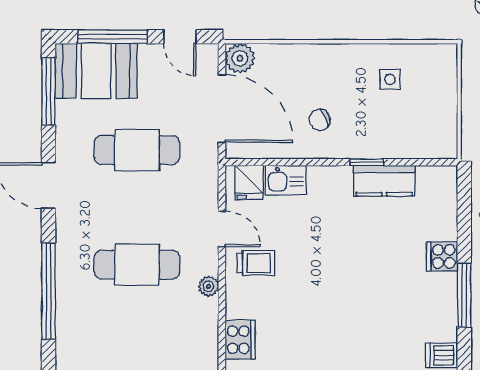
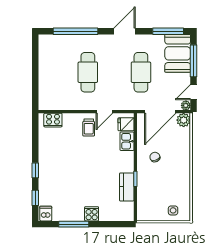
side table: (390, 79) -> (173, 210), moved
plant: (209, 286) -> (186, 105), moved

